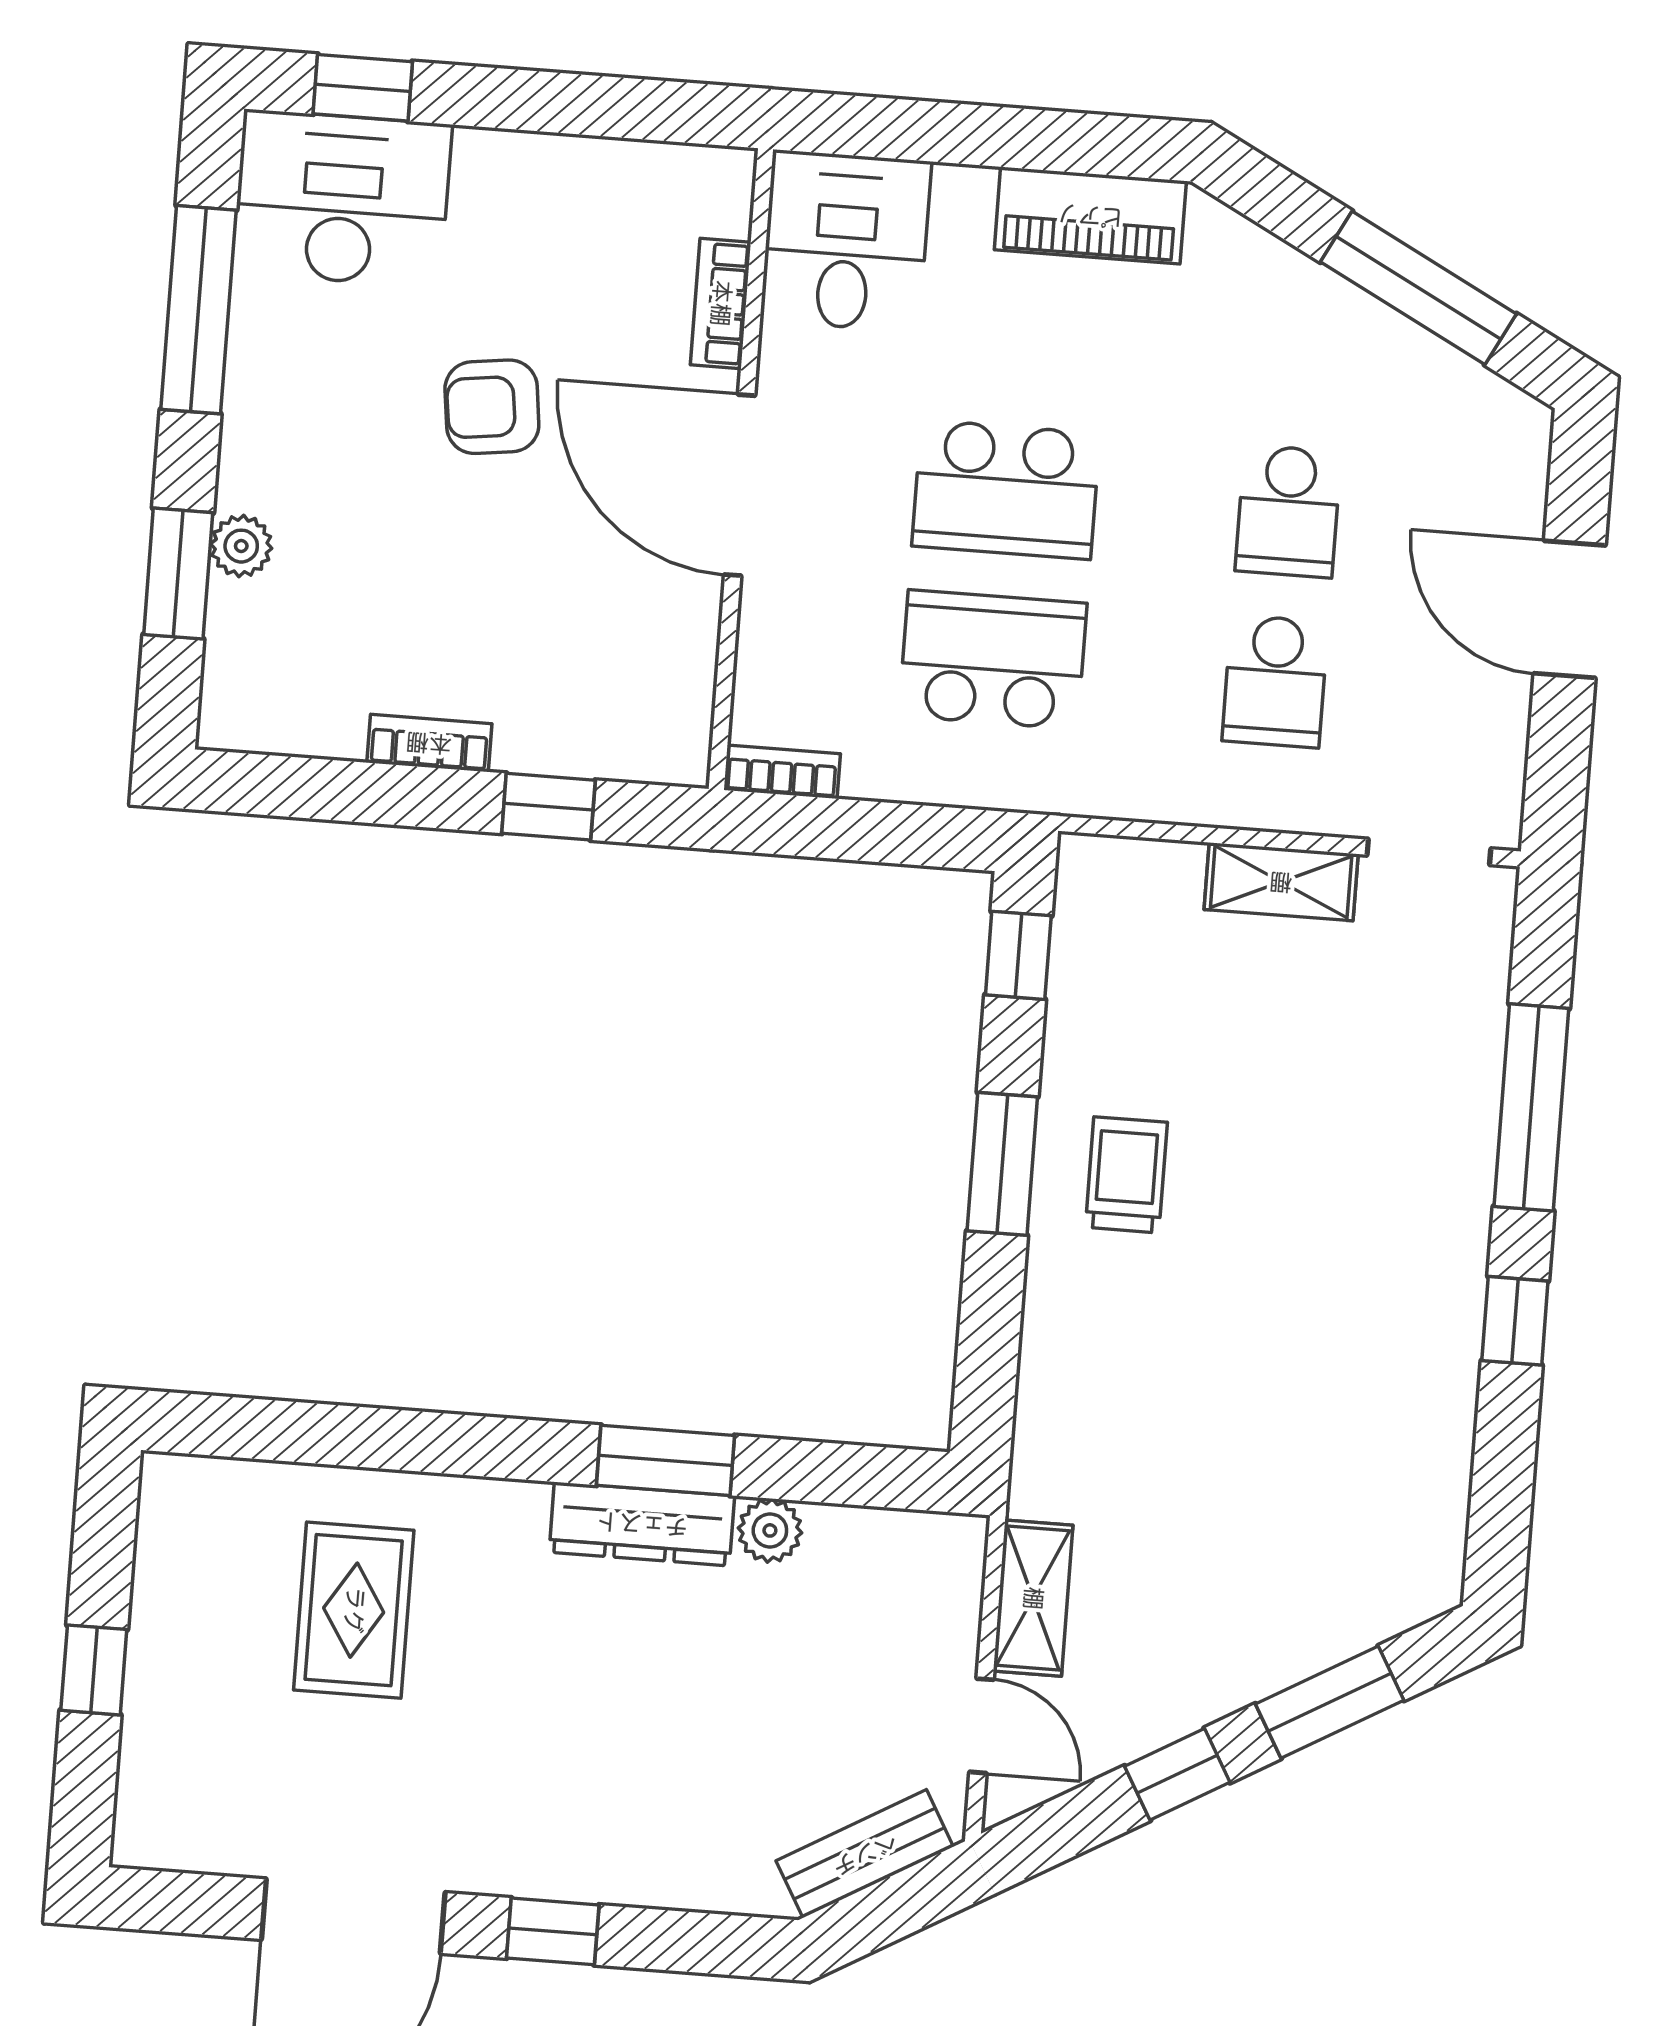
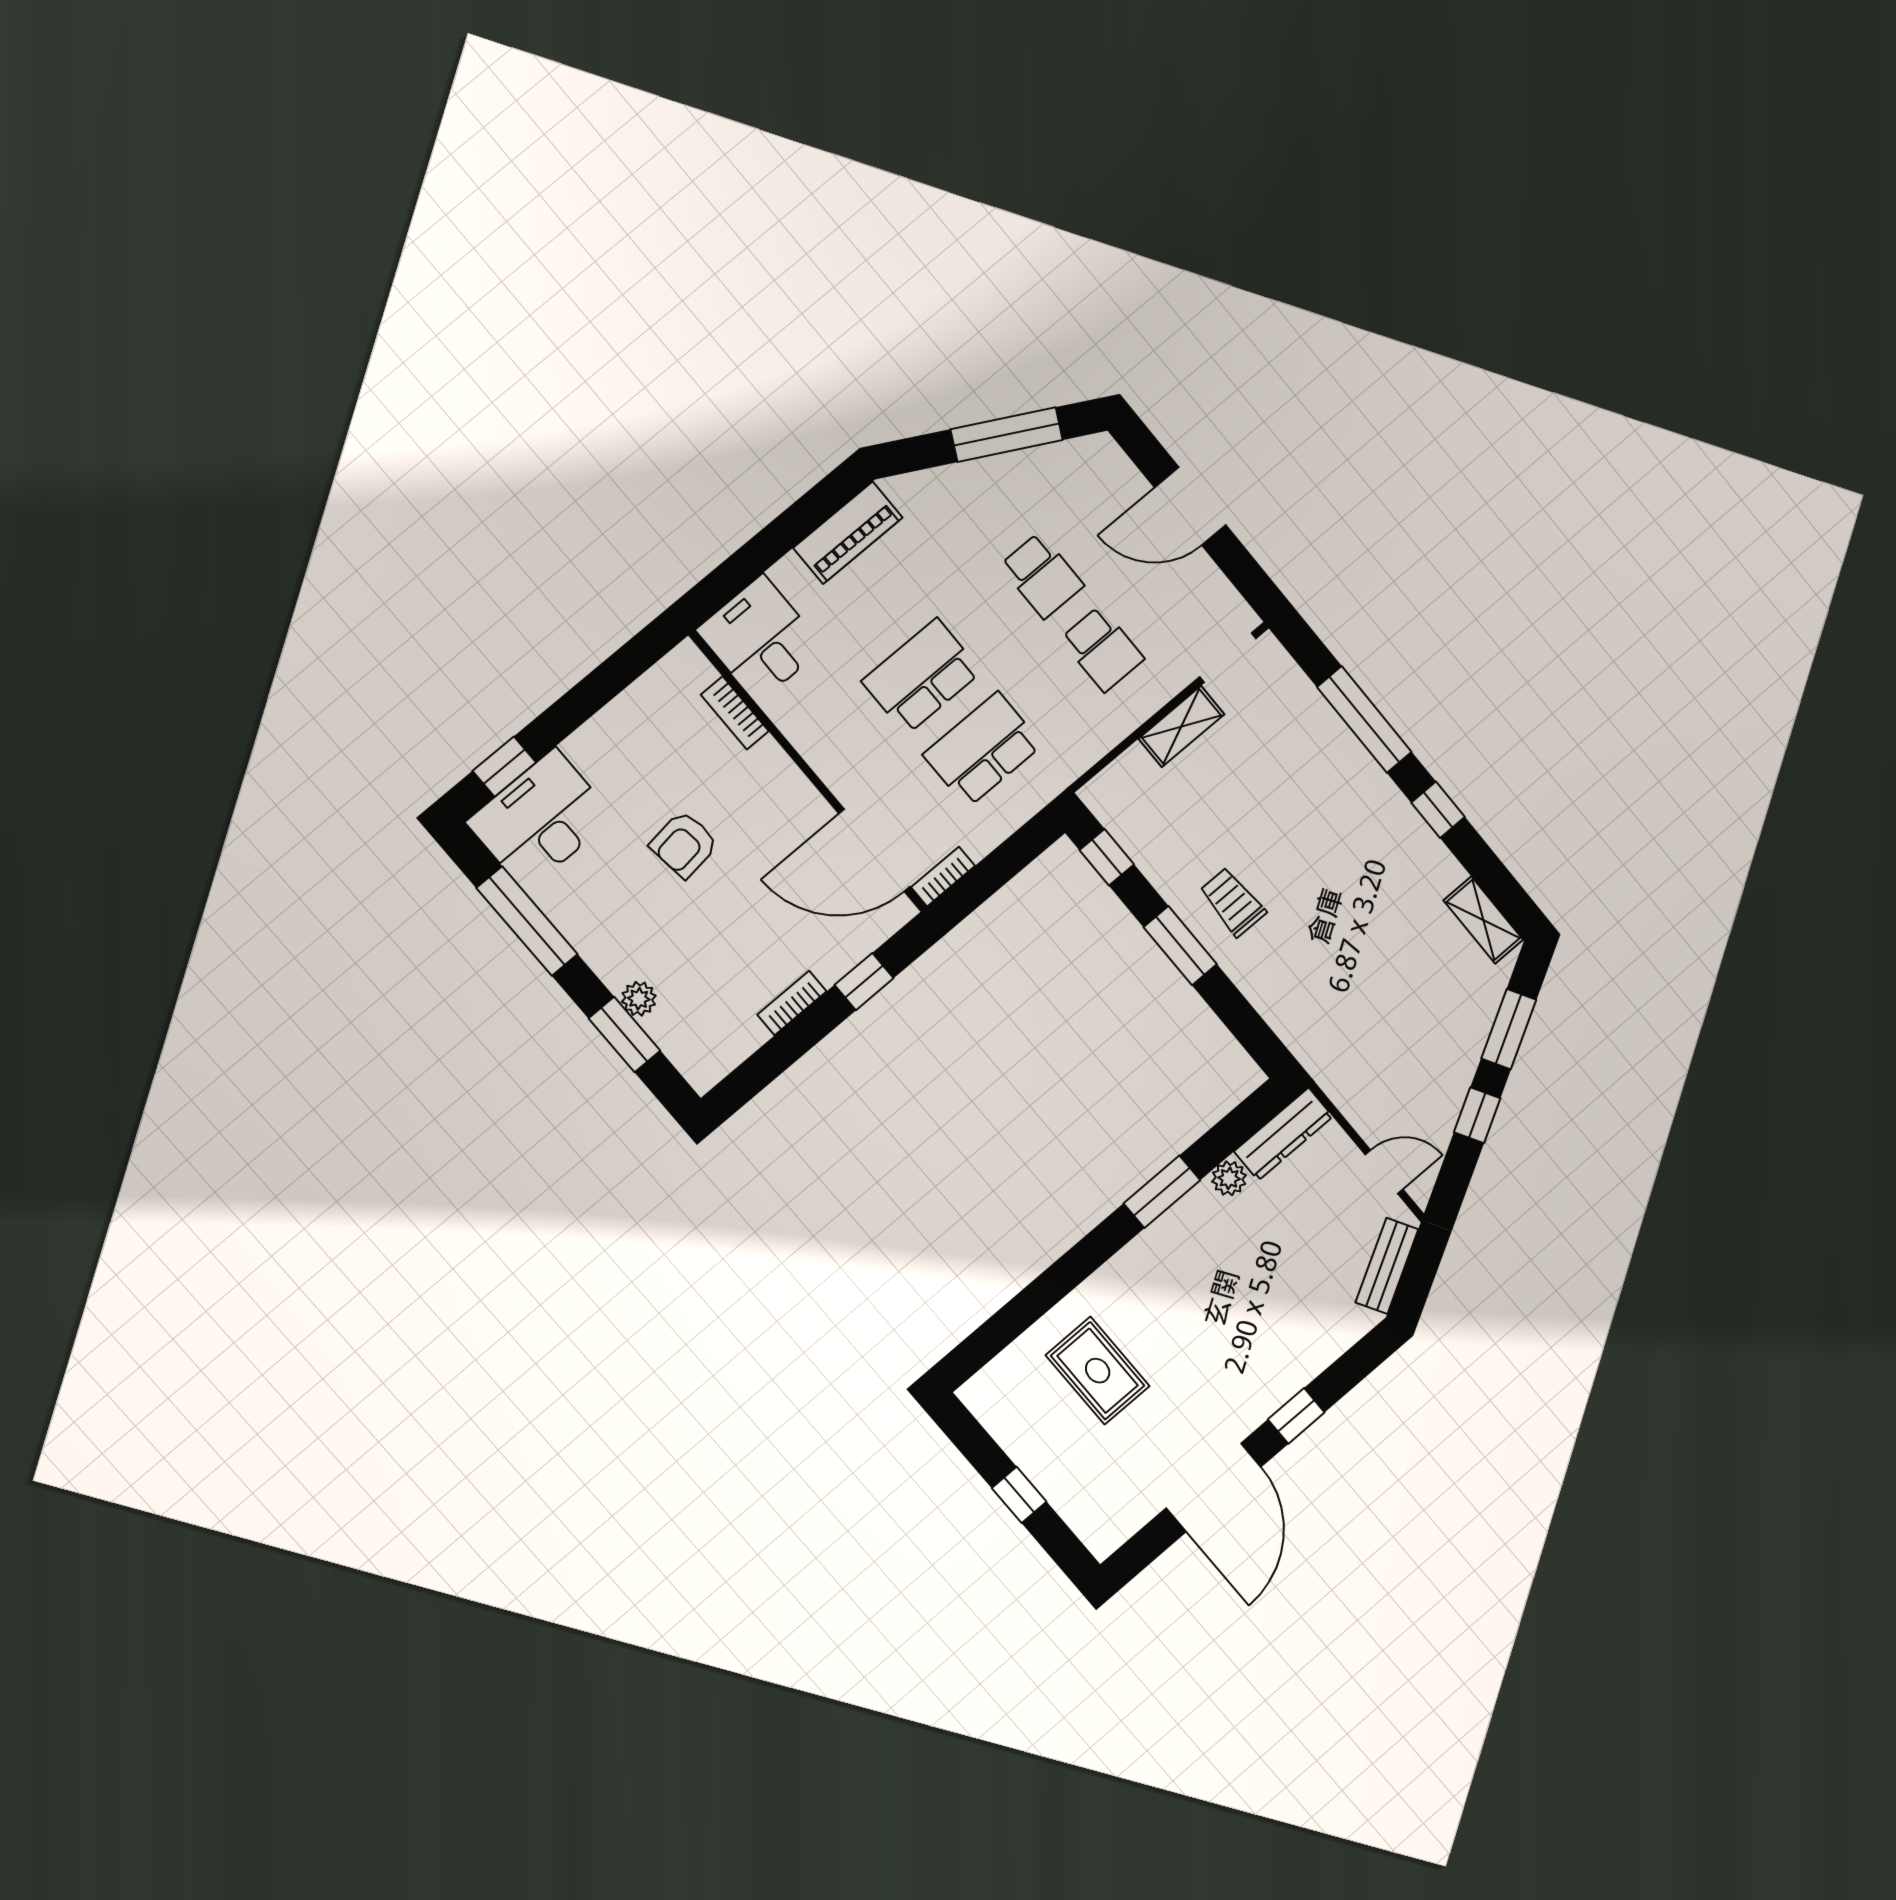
door: (740, 485) -> (874, 850), moved
school desk: (1006, 490) -> (922, 676), turned 180
dresser: (642, 1524) -> (1283, 1134), moved
shelving: (1033, 1598) -> (1483, 920), moved

